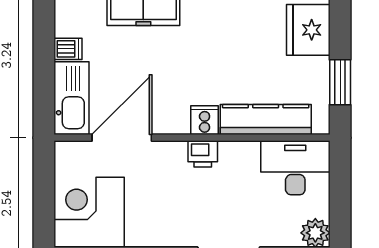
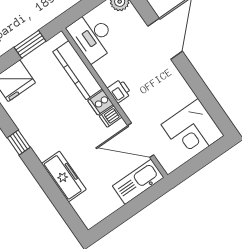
dishwasher: (68, 49) -> (111, 117), moved, turned -90

